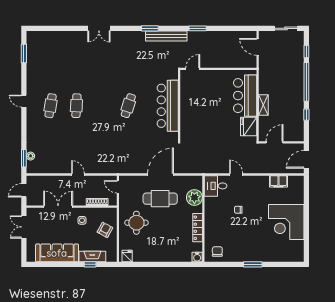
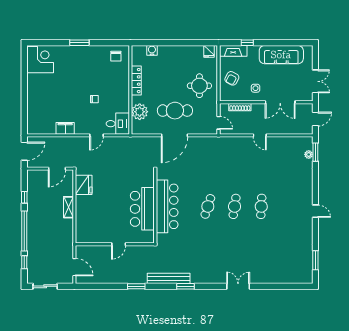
door: (193, 69) -> (119, 244), moved
bar counter: (245, 96) -> (142, 209), moved, turned 180
cafe table: (51, 106) -> (235, 206), moved
door: (236, 175) -> (97, 135), hinge flipped
filing cabinet: (278, 181) -> (65, 128), moved
corner desk: (286, 222) -> (40, 60), moved, width x0.74, depth x0.74
fireplace: (92, 257) -> (233, 51), moved
water cooler: (197, 257) -> (152, 50), moved

